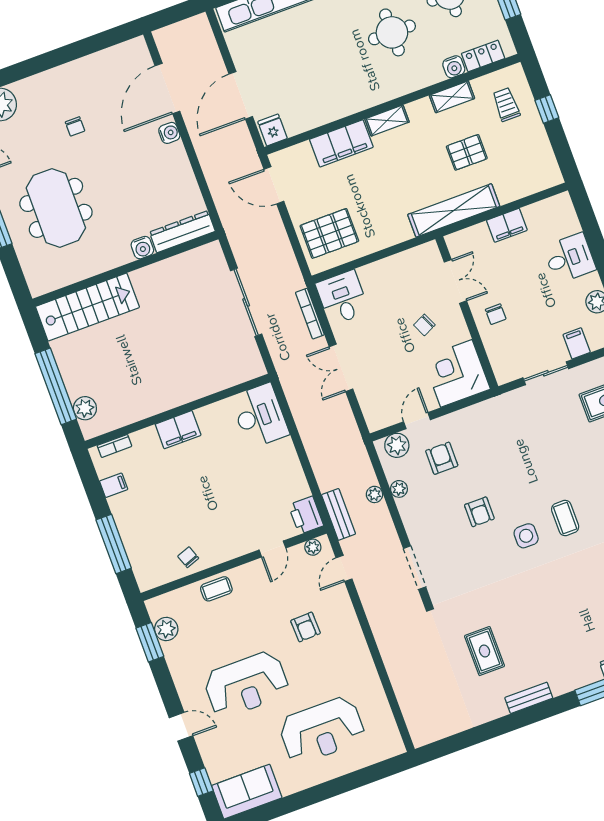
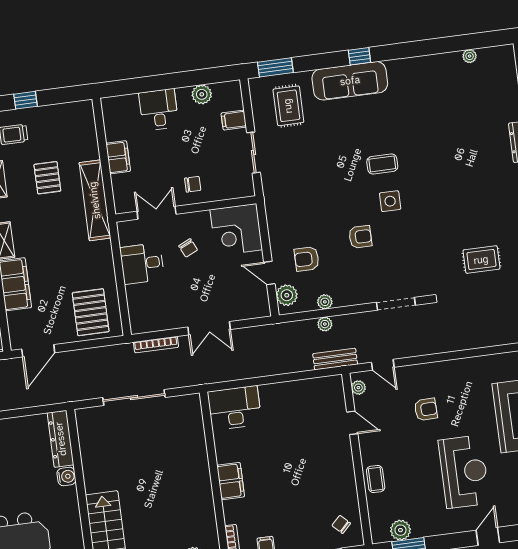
desk: (342, 298) -> (142, 264), moved
printer: (306, 515) -> (329, 387), removed
chair: (188, 557) -> (341, 524), moved, turned 65

